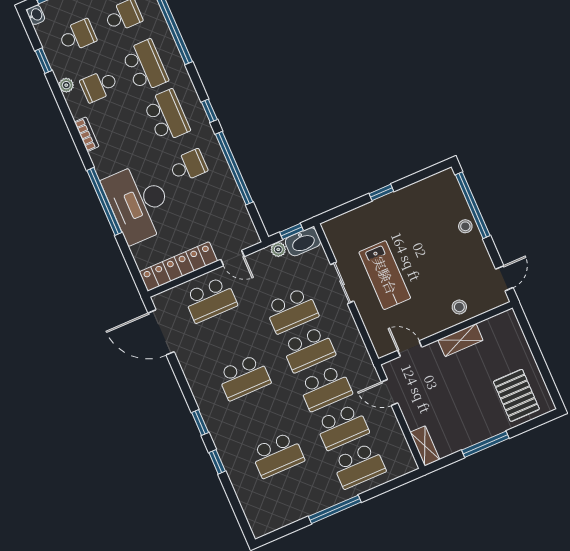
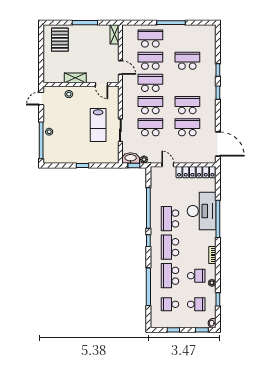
school desk: (78, 36) -> (196, 304), turned 180
school desk: (188, 166) -> (170, 219), width x1.85
lab bench: (385, 275) -> (98, 125), turned 180
school desk: (210, 300) -> (187, 127), moved

